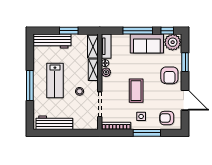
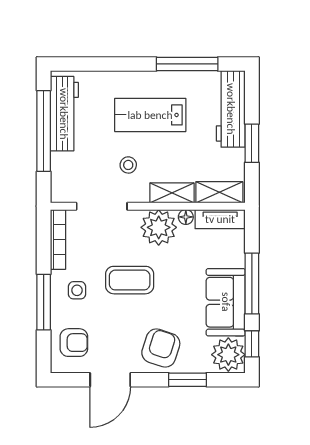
plant: (106, 72) -> (159, 227), width x1.88, depth x1.88
armchair: (169, 75) -> (161, 348), turned 108
window: (30, 85) -> (187, 64), moved
armchair: (167, 118) -> (74, 343), turned 90
window: (63, 133) -> (44, 131), added

